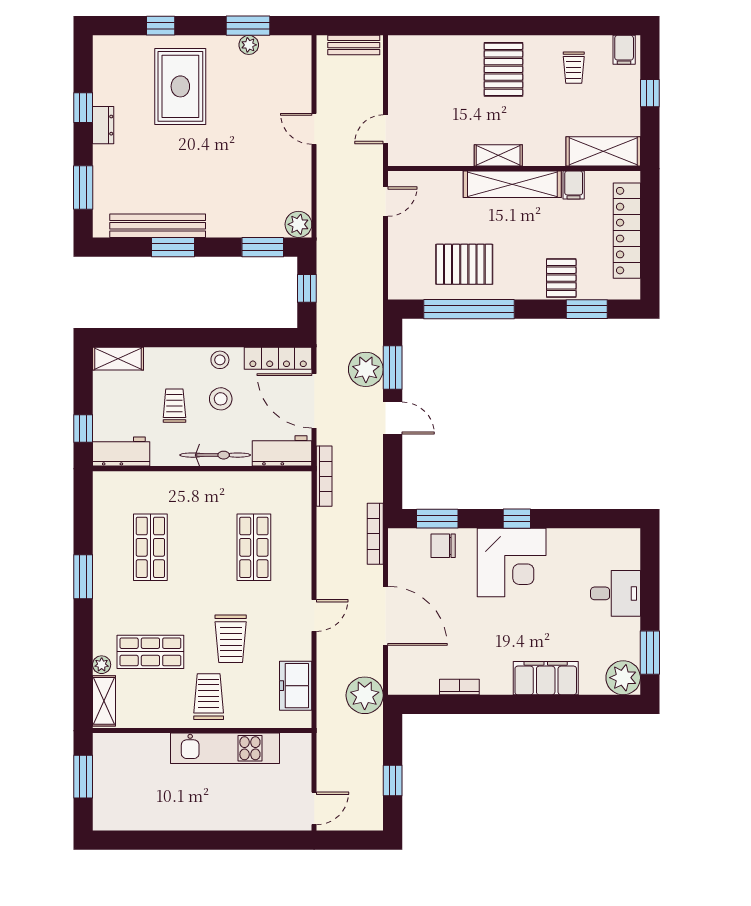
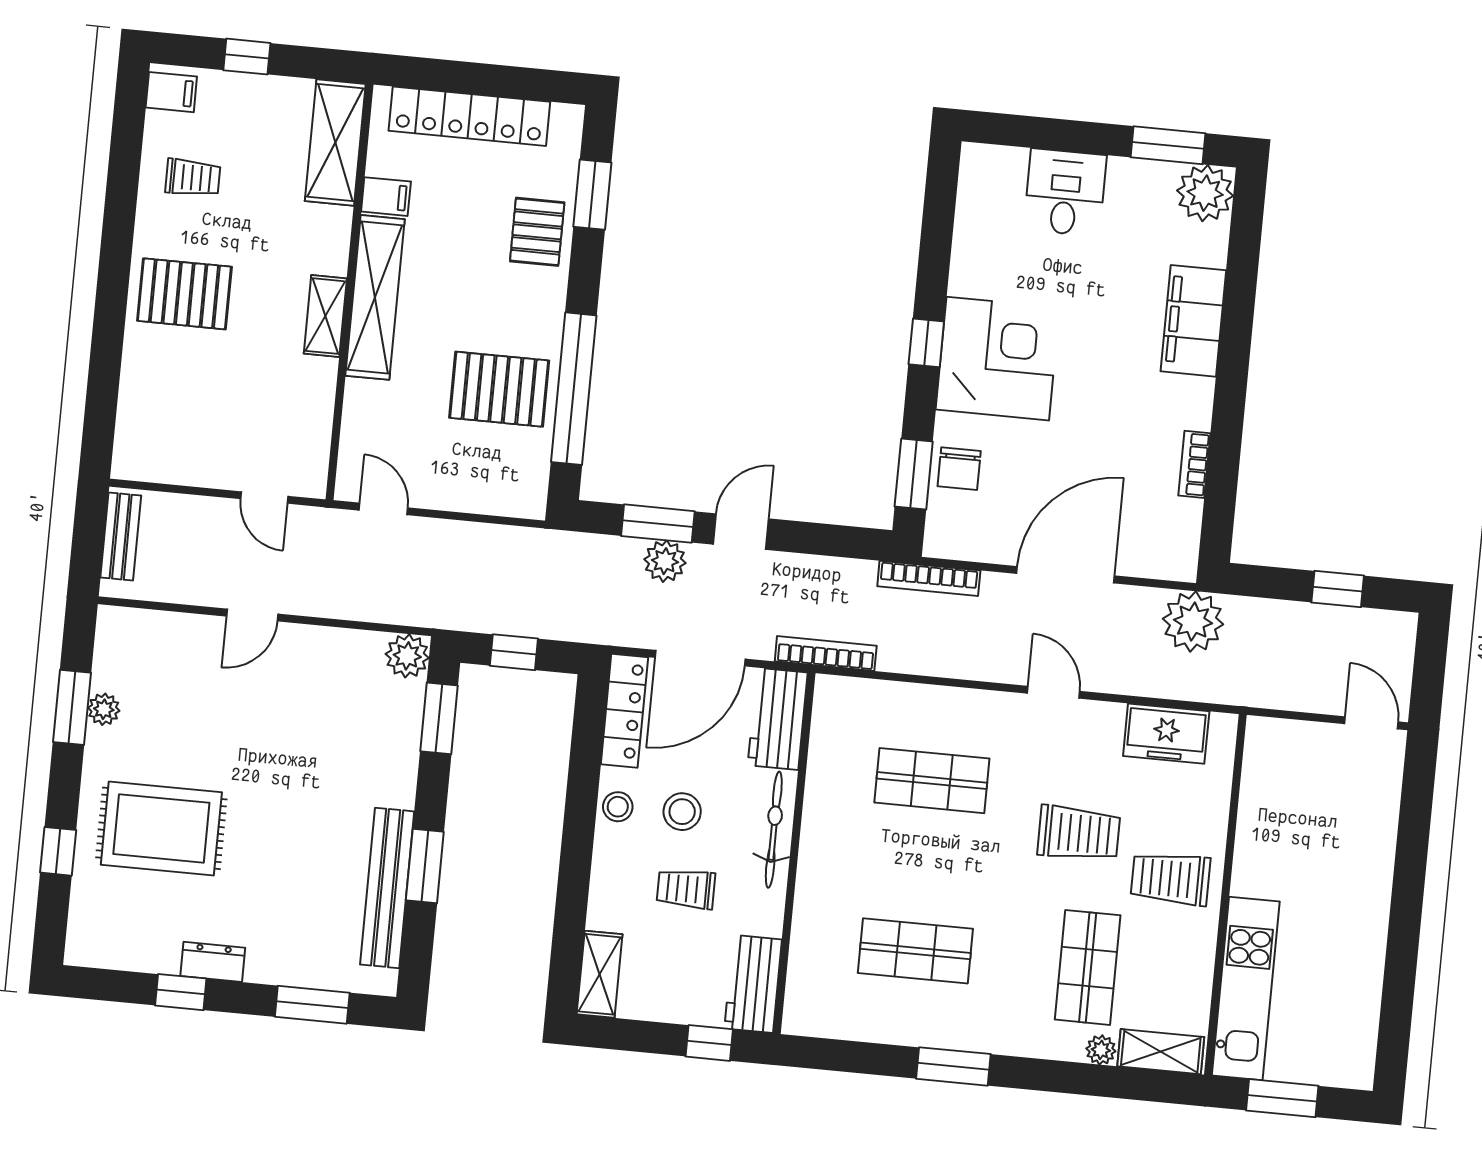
pallet: (464, 264) -> (499, 389), turned 90
pallet: (561, 278) -> (537, 232), turned 90
plant: (366, 369) -> (665, 561), width x0.73, depth x0.73
kitchen unit: (225, 748) -> (1246, 988), moved

